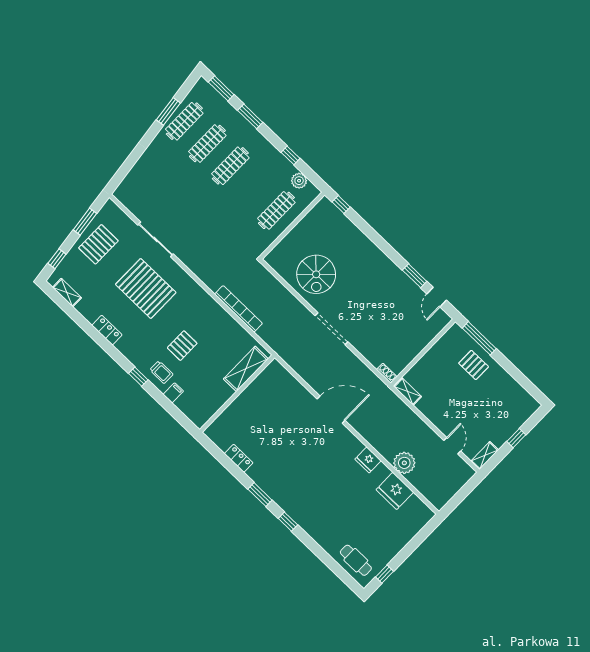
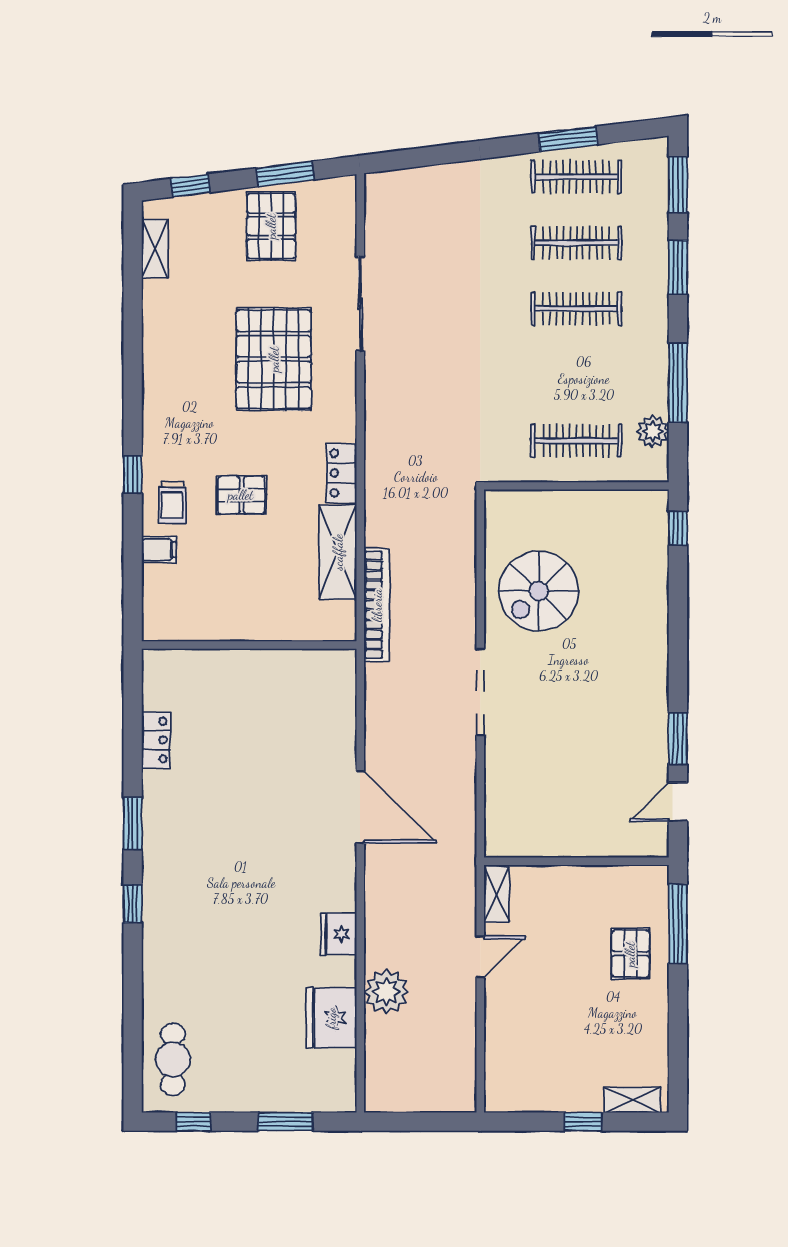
window: (290, 155) -> (678, 383), width x2.17
pallet: (98, 244) -> (271, 226), turned 90
bookcase: (239, 309) -> (377, 605), moved
locker: (107, 330) -> (342, 473), moved, turned 180
shelving: (246, 369) -> (338, 552), moved, turned 90
shoe rack: (387, 373) -> (494, 837), removed
door: (452, 446) -> (480, 957), moved
shelving: (485, 456) -> (632, 1100), moved
window: (416, 542) -> (286, 1122), added

